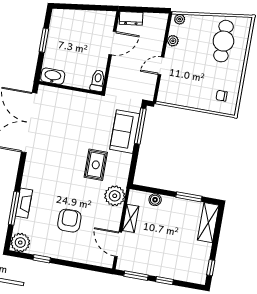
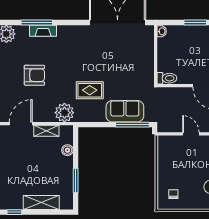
washbasin: (53, 76) -> (162, 31), width x0.52, depth x0.69
shelving: (208, 223) -> (41, 202), moved

